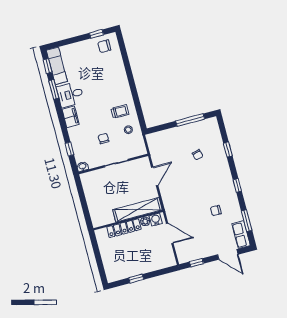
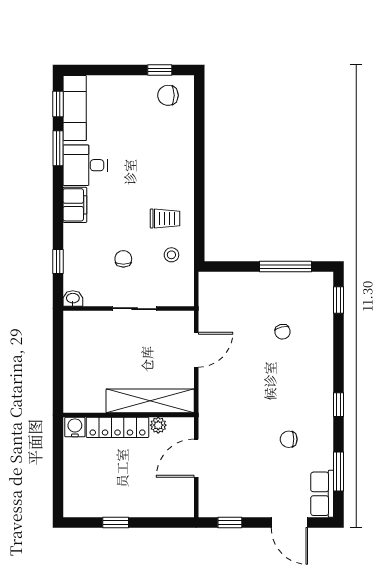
window: (228, 149) -> (339, 300), moved
water cooler: (156, 220) -> (75, 427), moved
door: (170, 233) -> (196, 458), swing flipped

